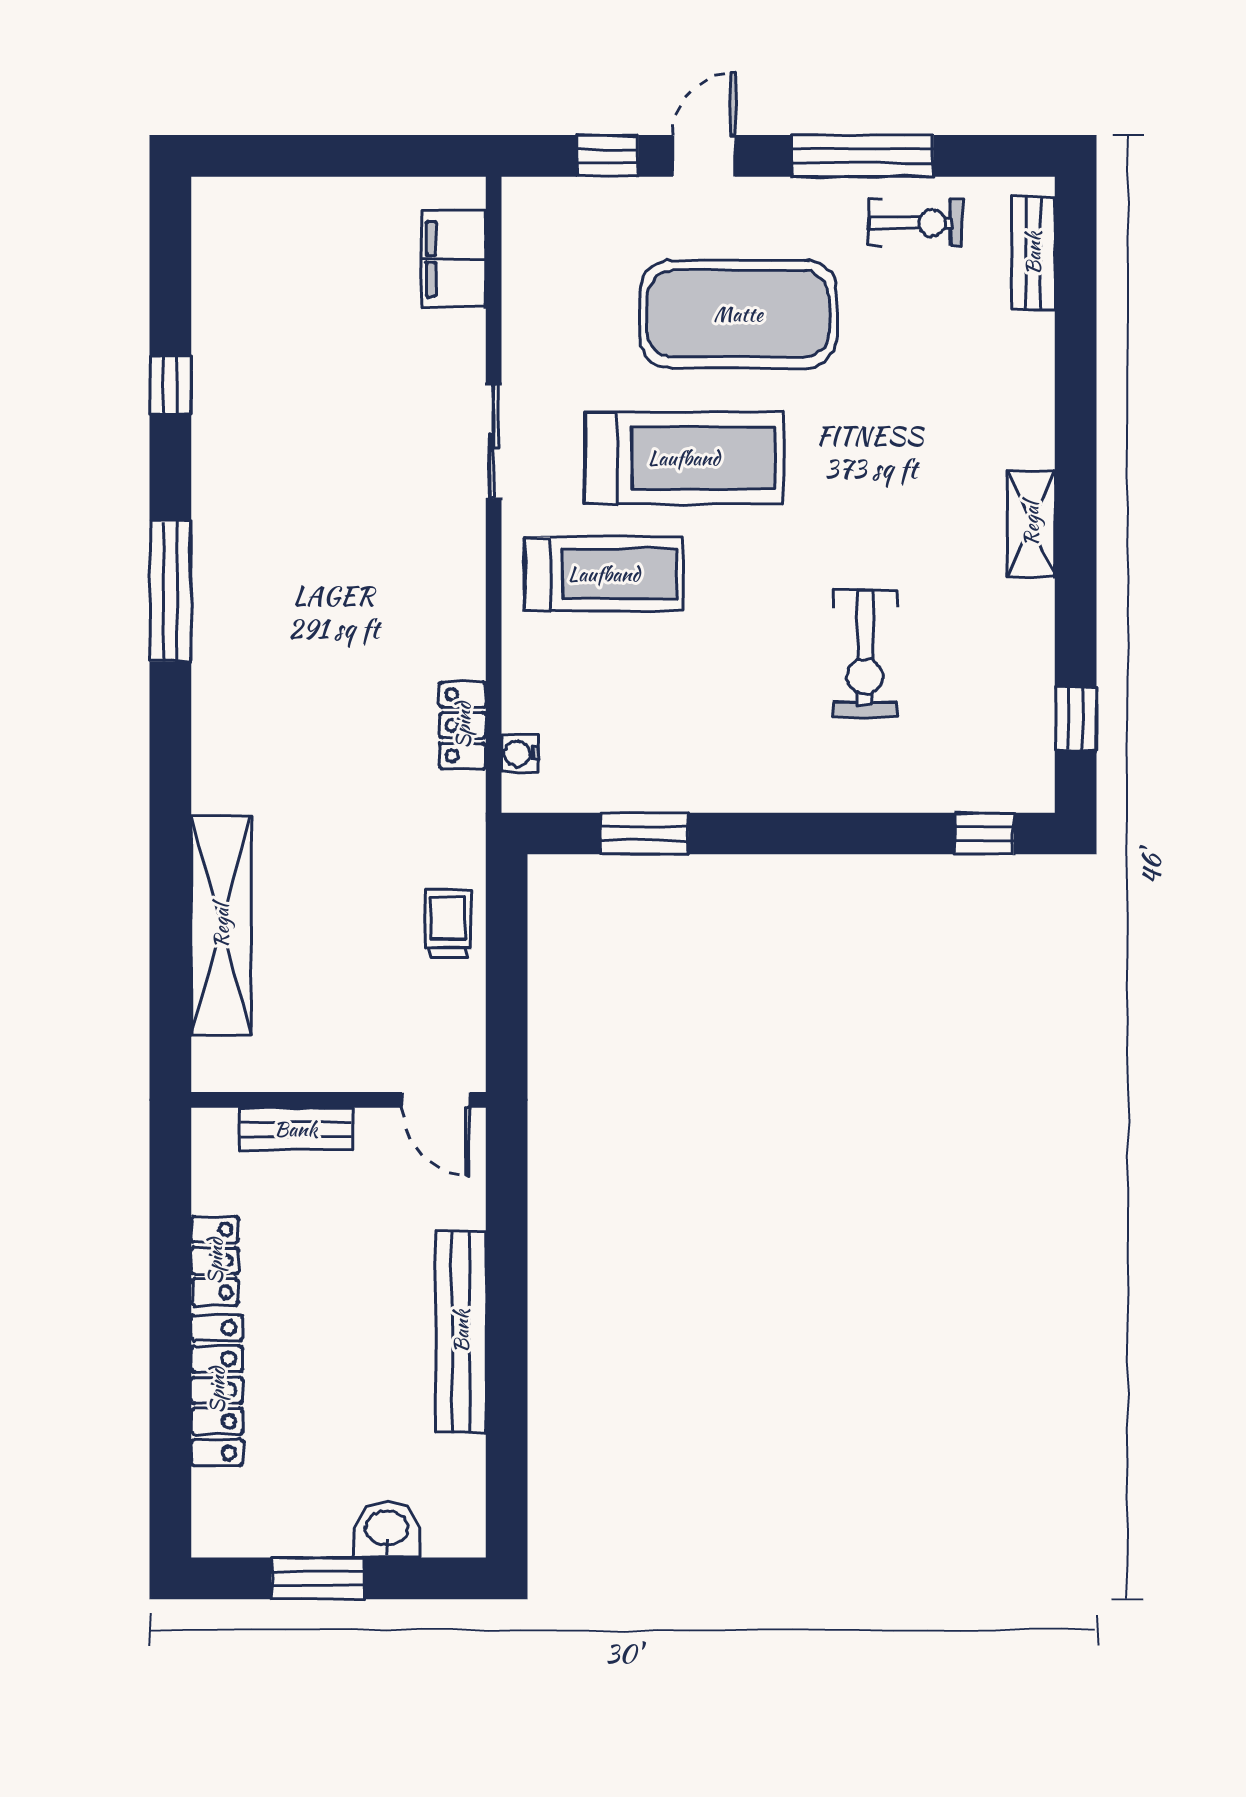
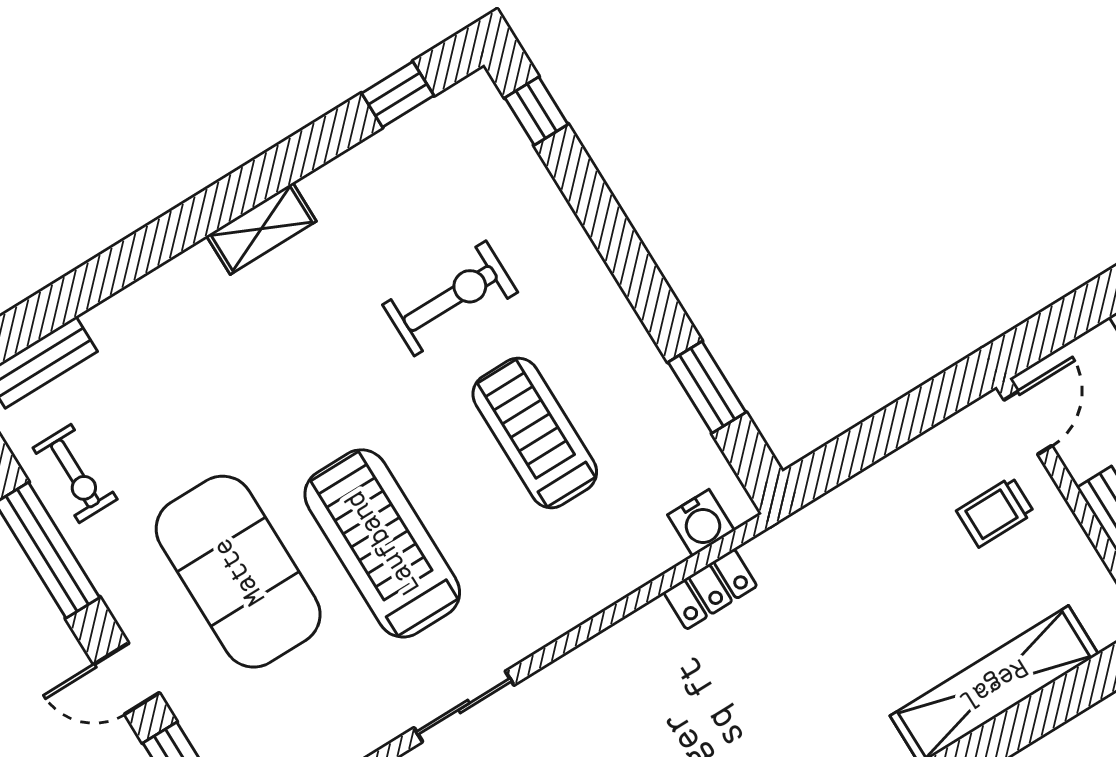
exercise bike: (915, 223) -> (75, 473), turned 180
treadmill: (604, 574) -> (535, 433), moved
water cooler: (520, 753) -> (701, 523), width x1.38, depth x1.38
trolley: (448, 923) -> (995, 512), moved

